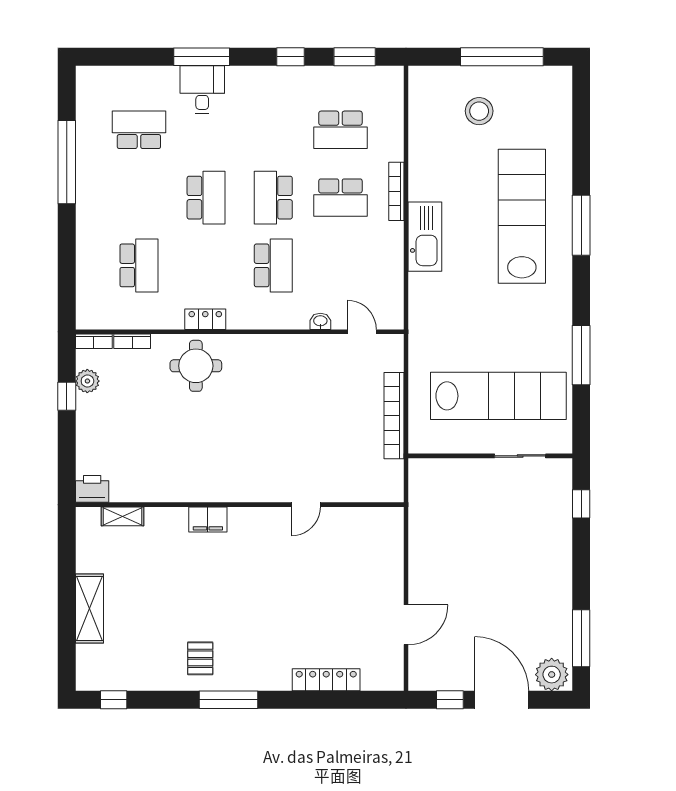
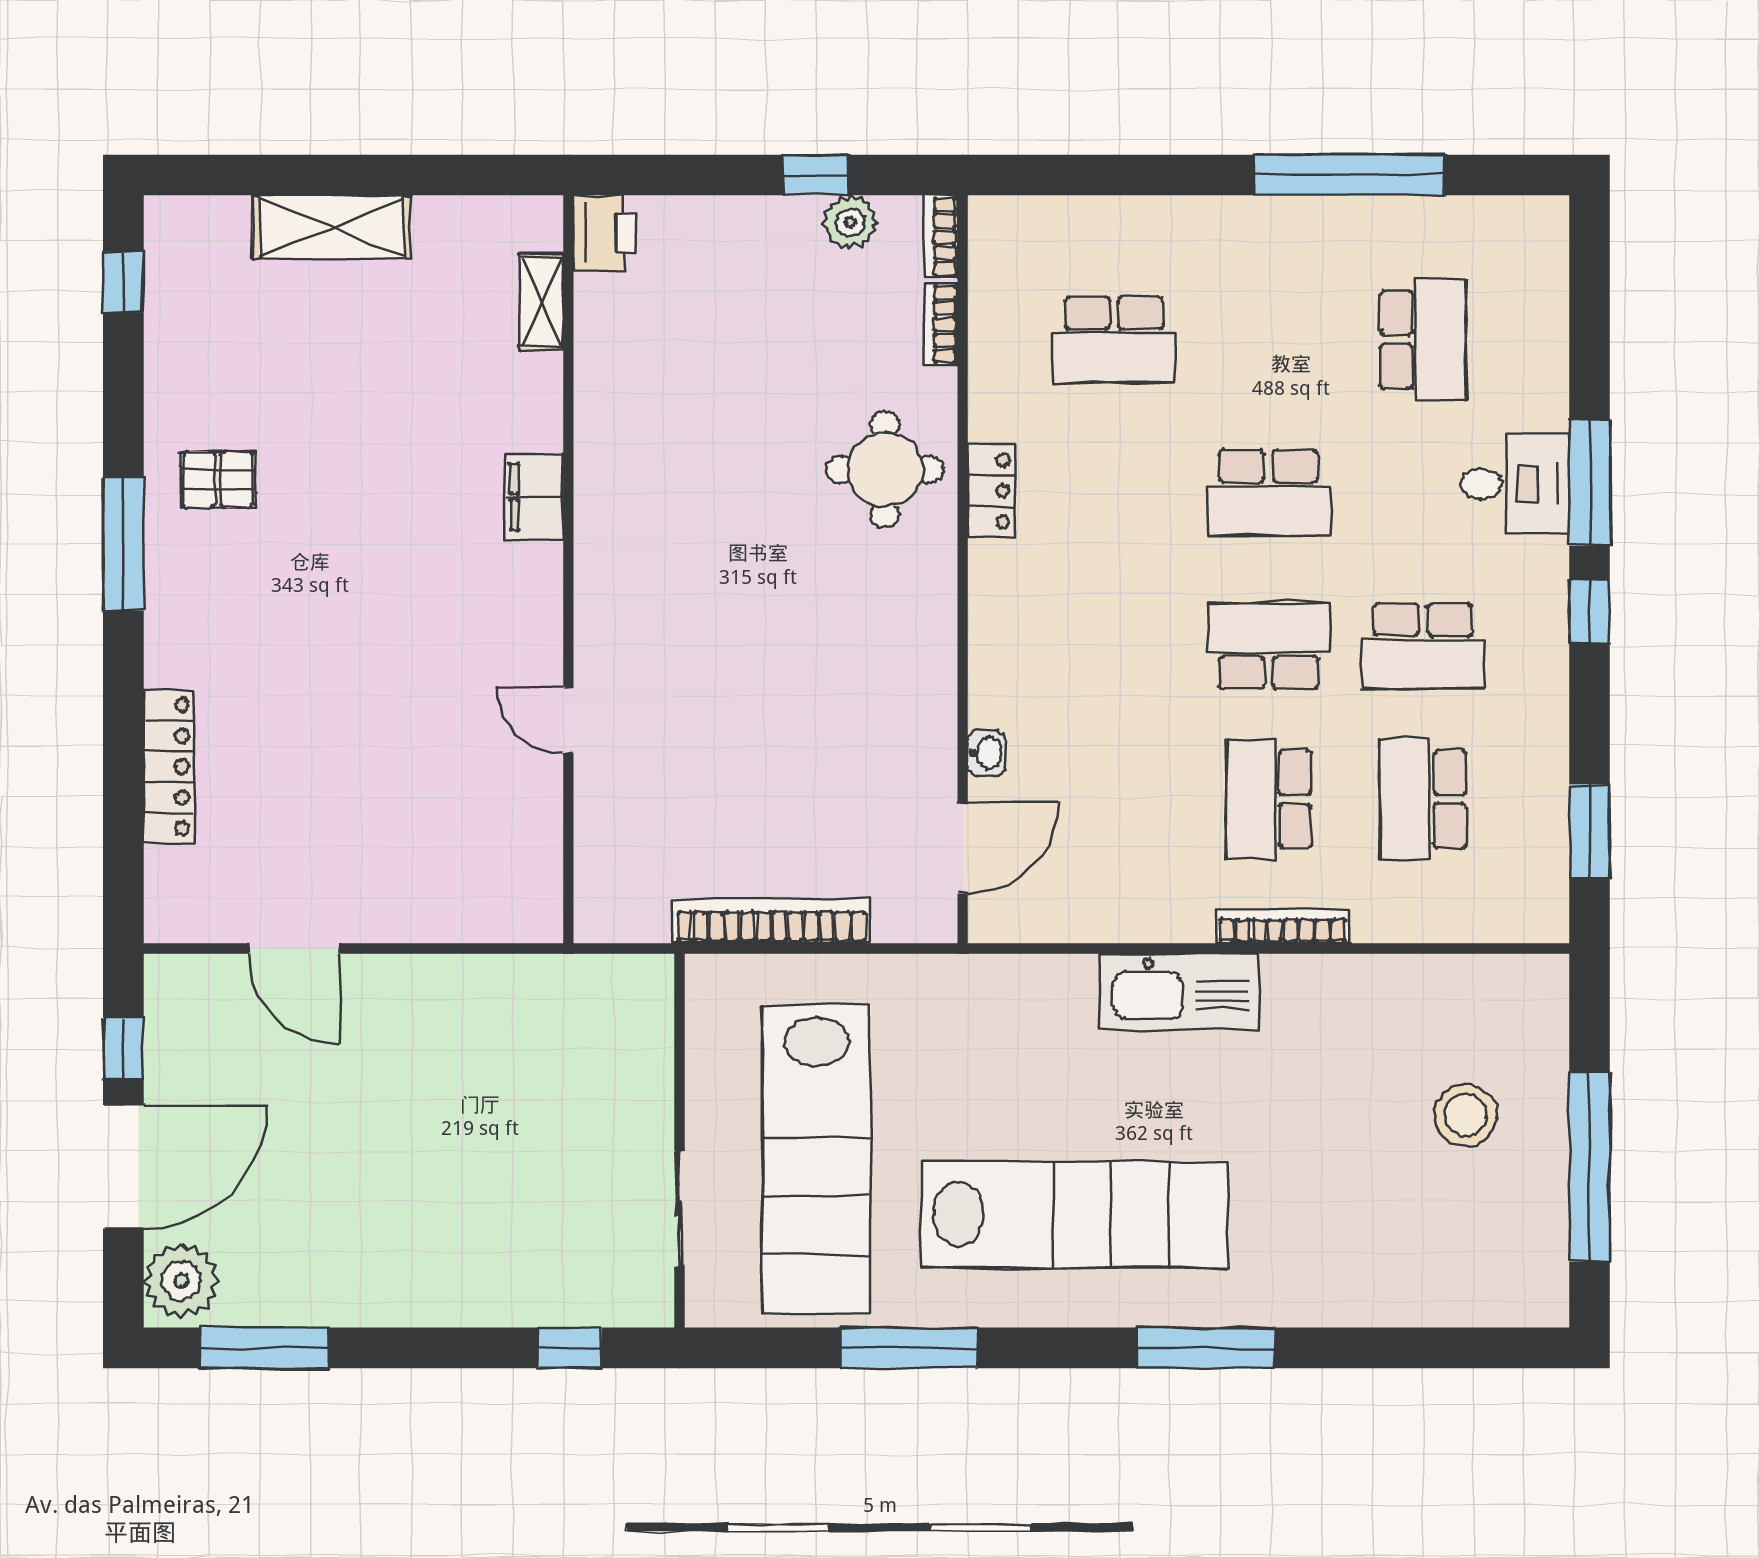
window: (290, 57) -> (1590, 611), moved
lab bench: (522, 216) -> (1075, 1214), moved
school desk: (273, 265) -> (1423, 646), moved
door: (362, 332) -> (963, 848), width x1.37

